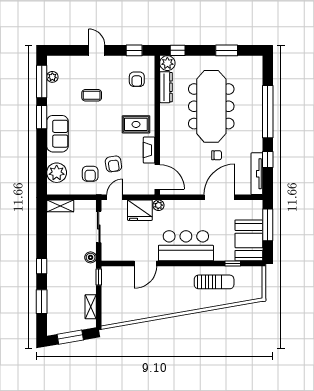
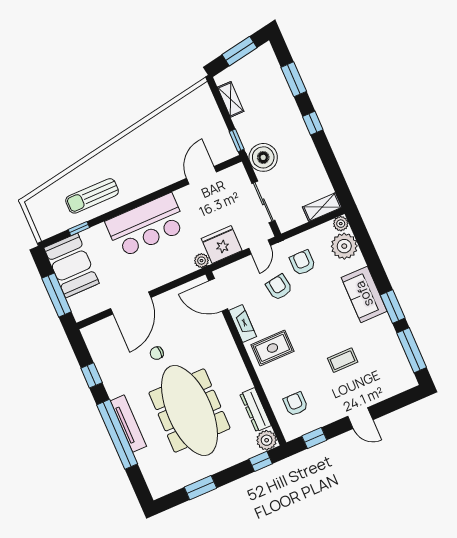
plant: (52, 77) -> (341, 224), moved
tv unit: (257, 174) -> (128, 424), moved
boiler: (91, 257) -> (263, 157), width x1.86, depth x1.86
door: (145, 264) -> (202, 175), moved

